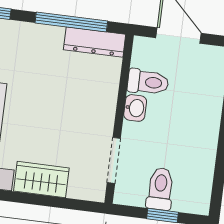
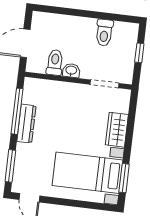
dresser: (95, 42) -> (26, 124), moved
toilet: (160, 189) -> (104, 33), moved, turned -90

